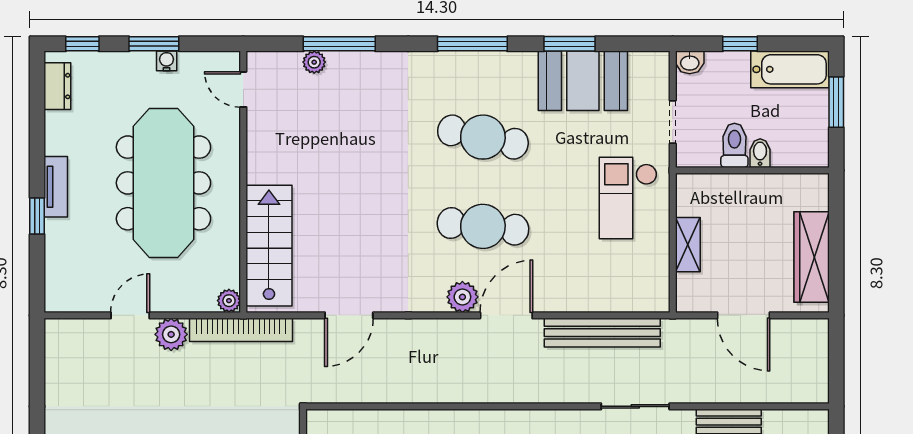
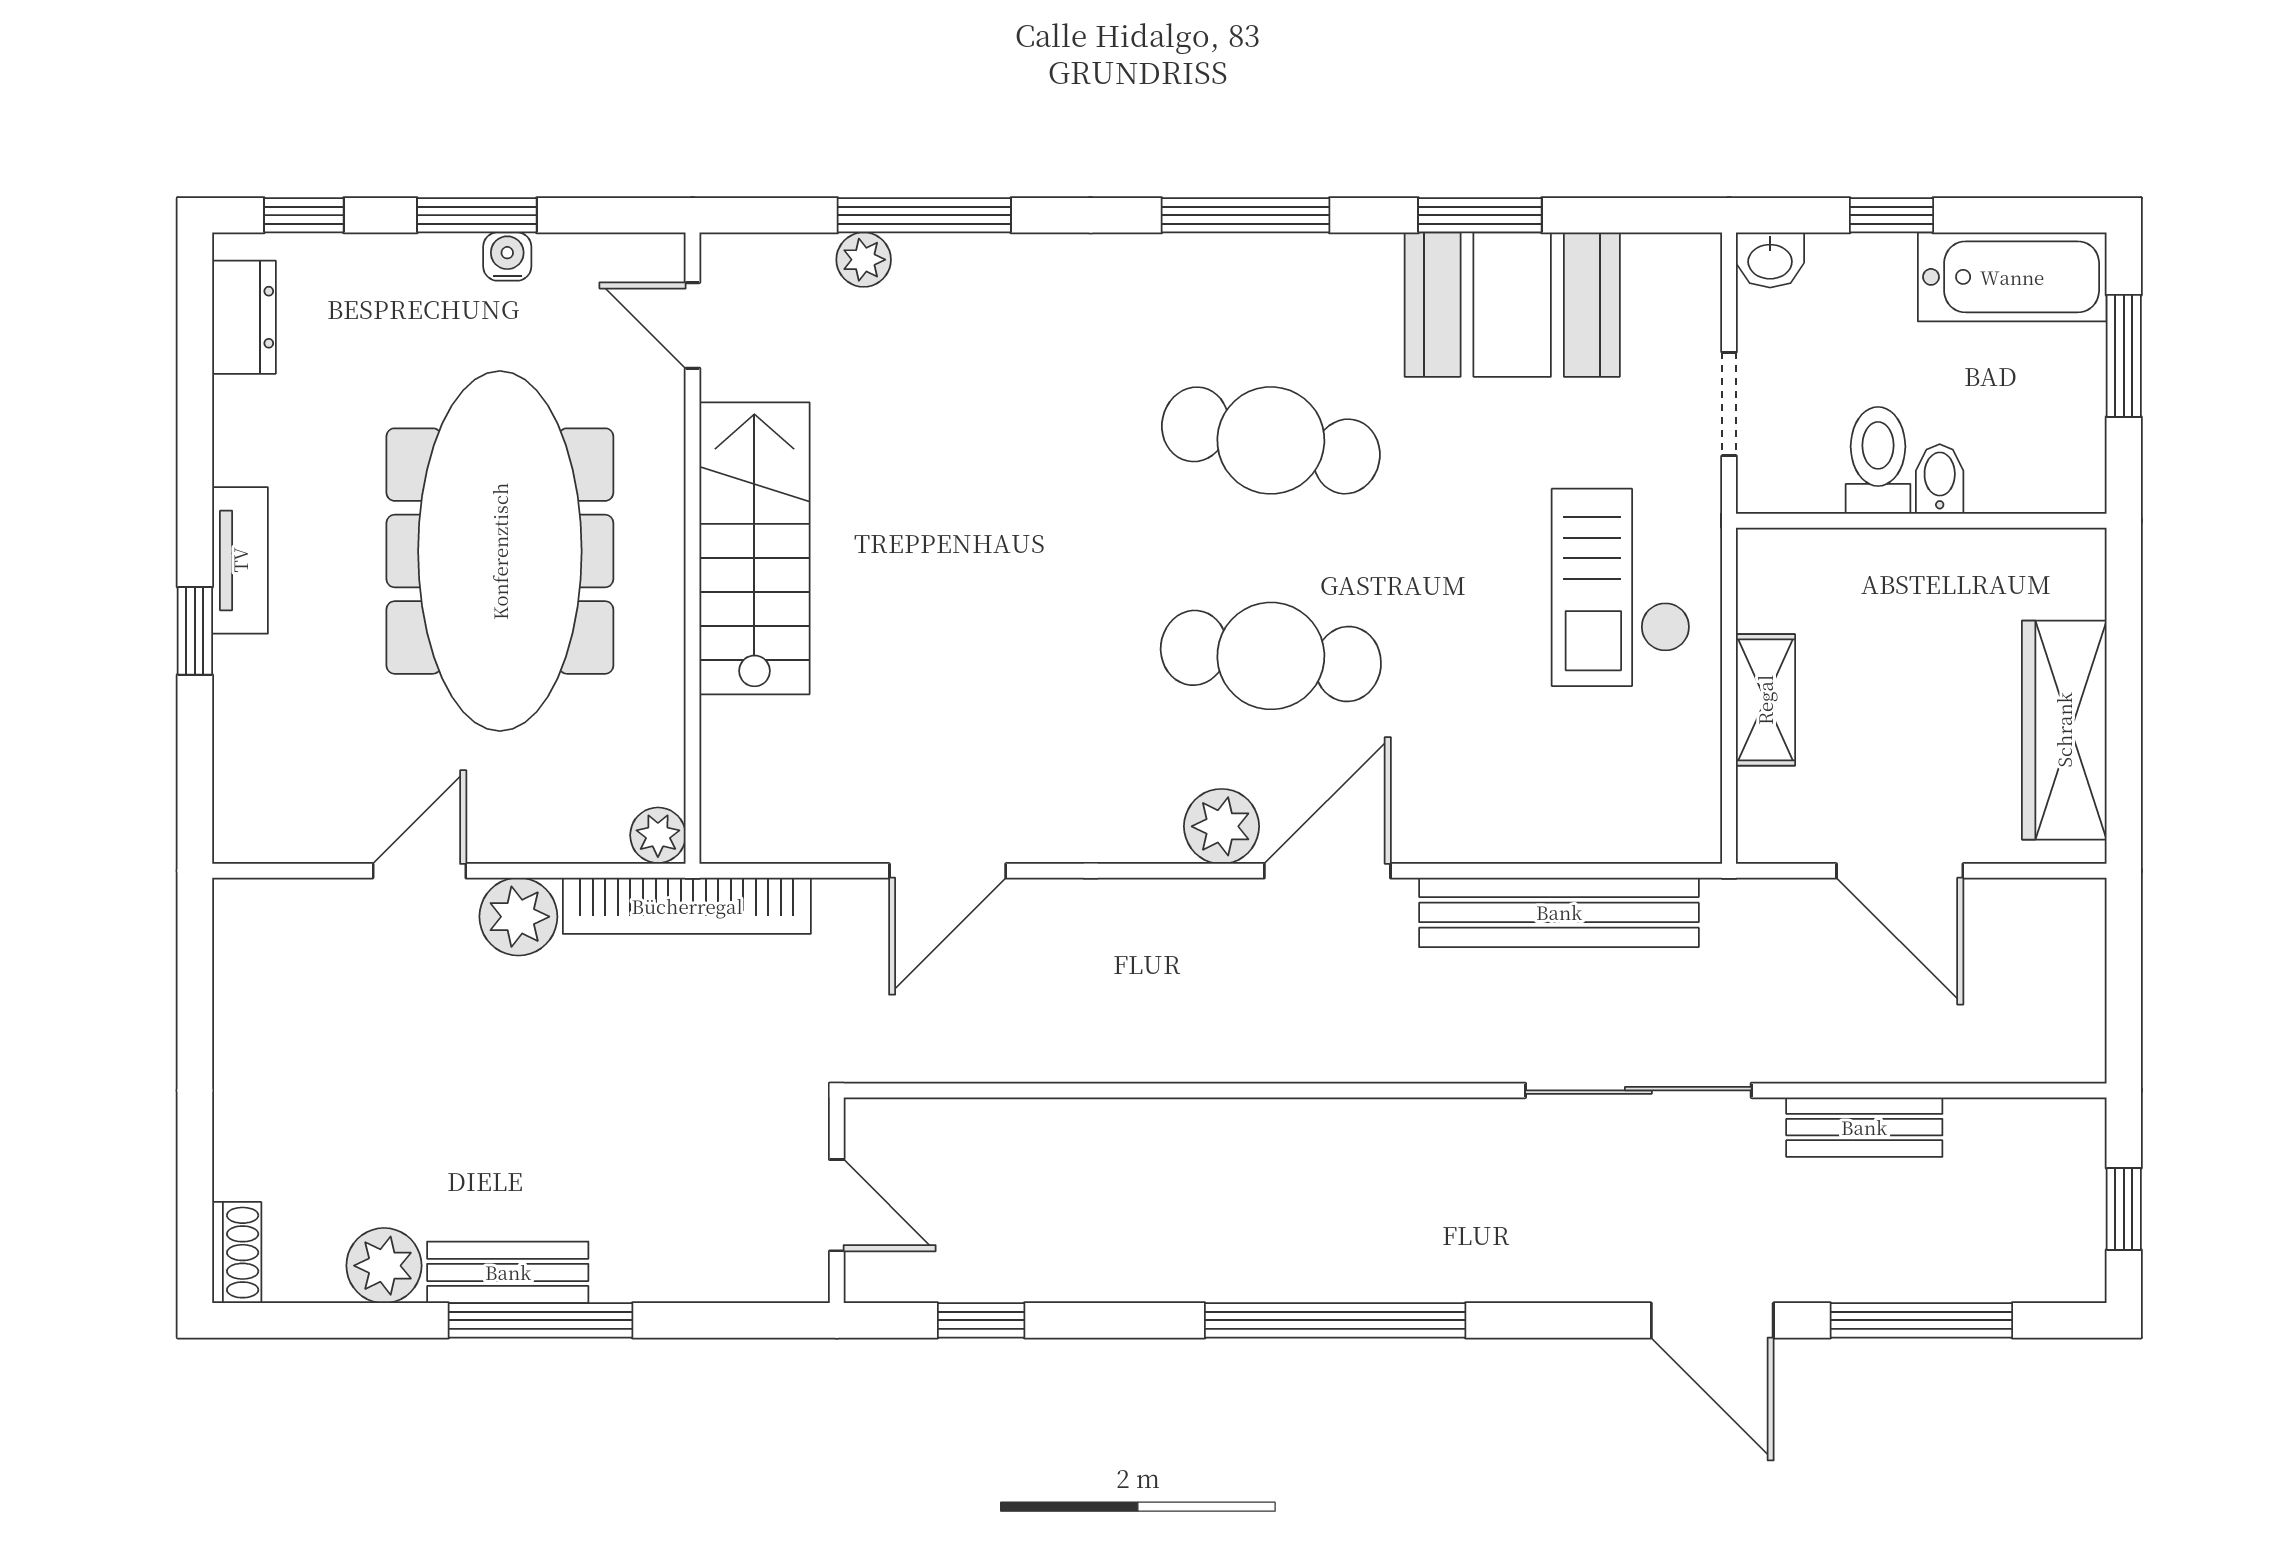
stairs: (269, 246) -> (754, 548), moved
sliding door: (635, 406) -> (1638, 1090), width x1.37

